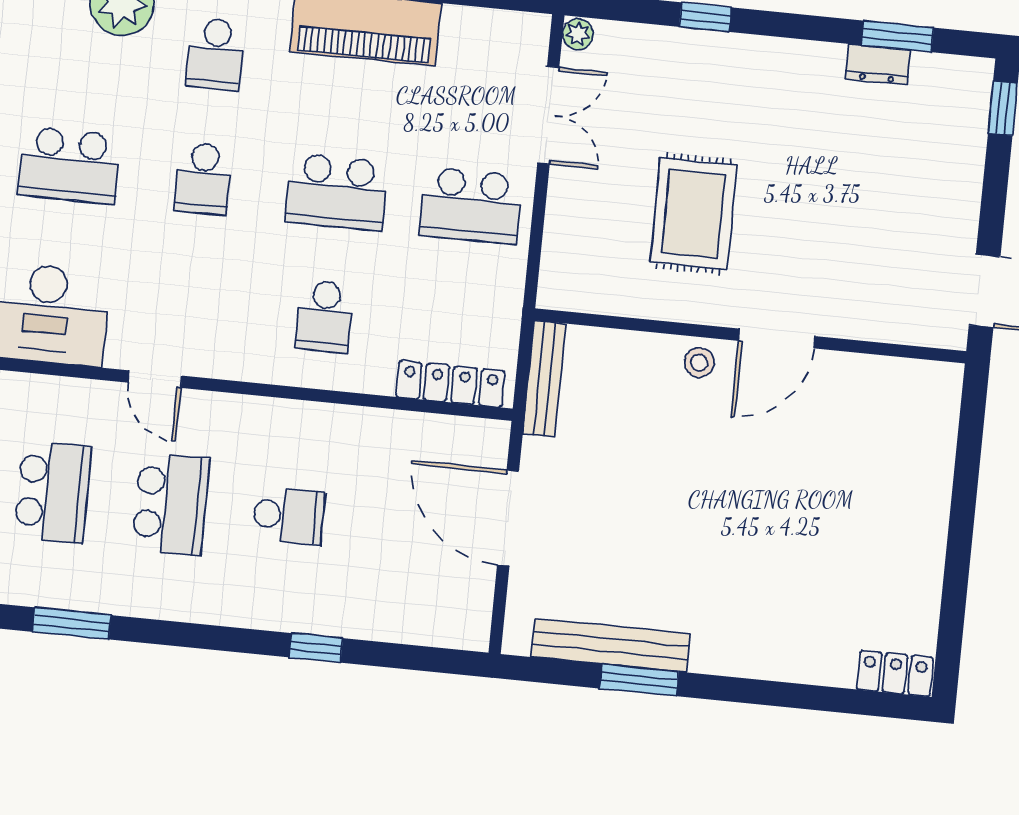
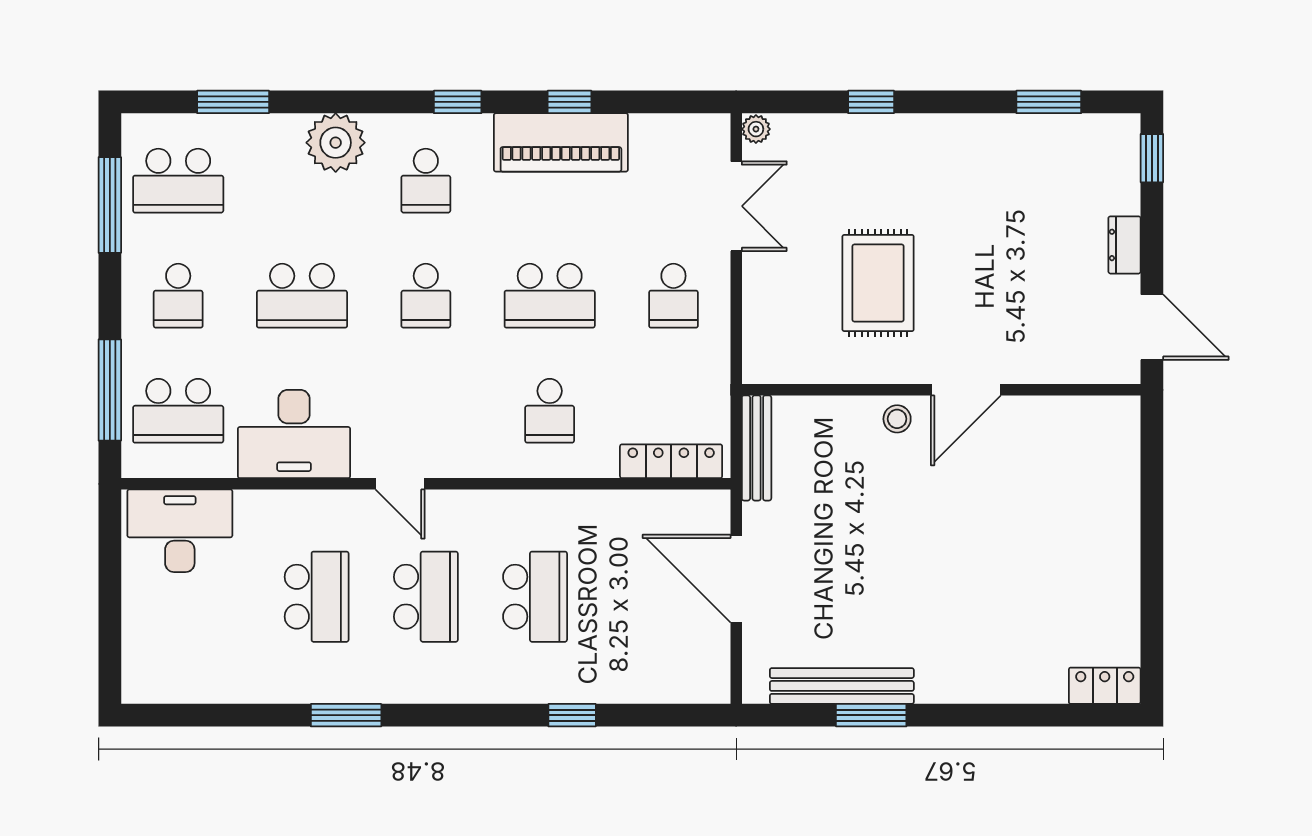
dresser: (878, 64) -> (1124, 245), moved, turned 90
school desk: (471, 205) -> (673, 296), width x0.54
school desk: (289, 516) -> (535, 597), width x1.85

